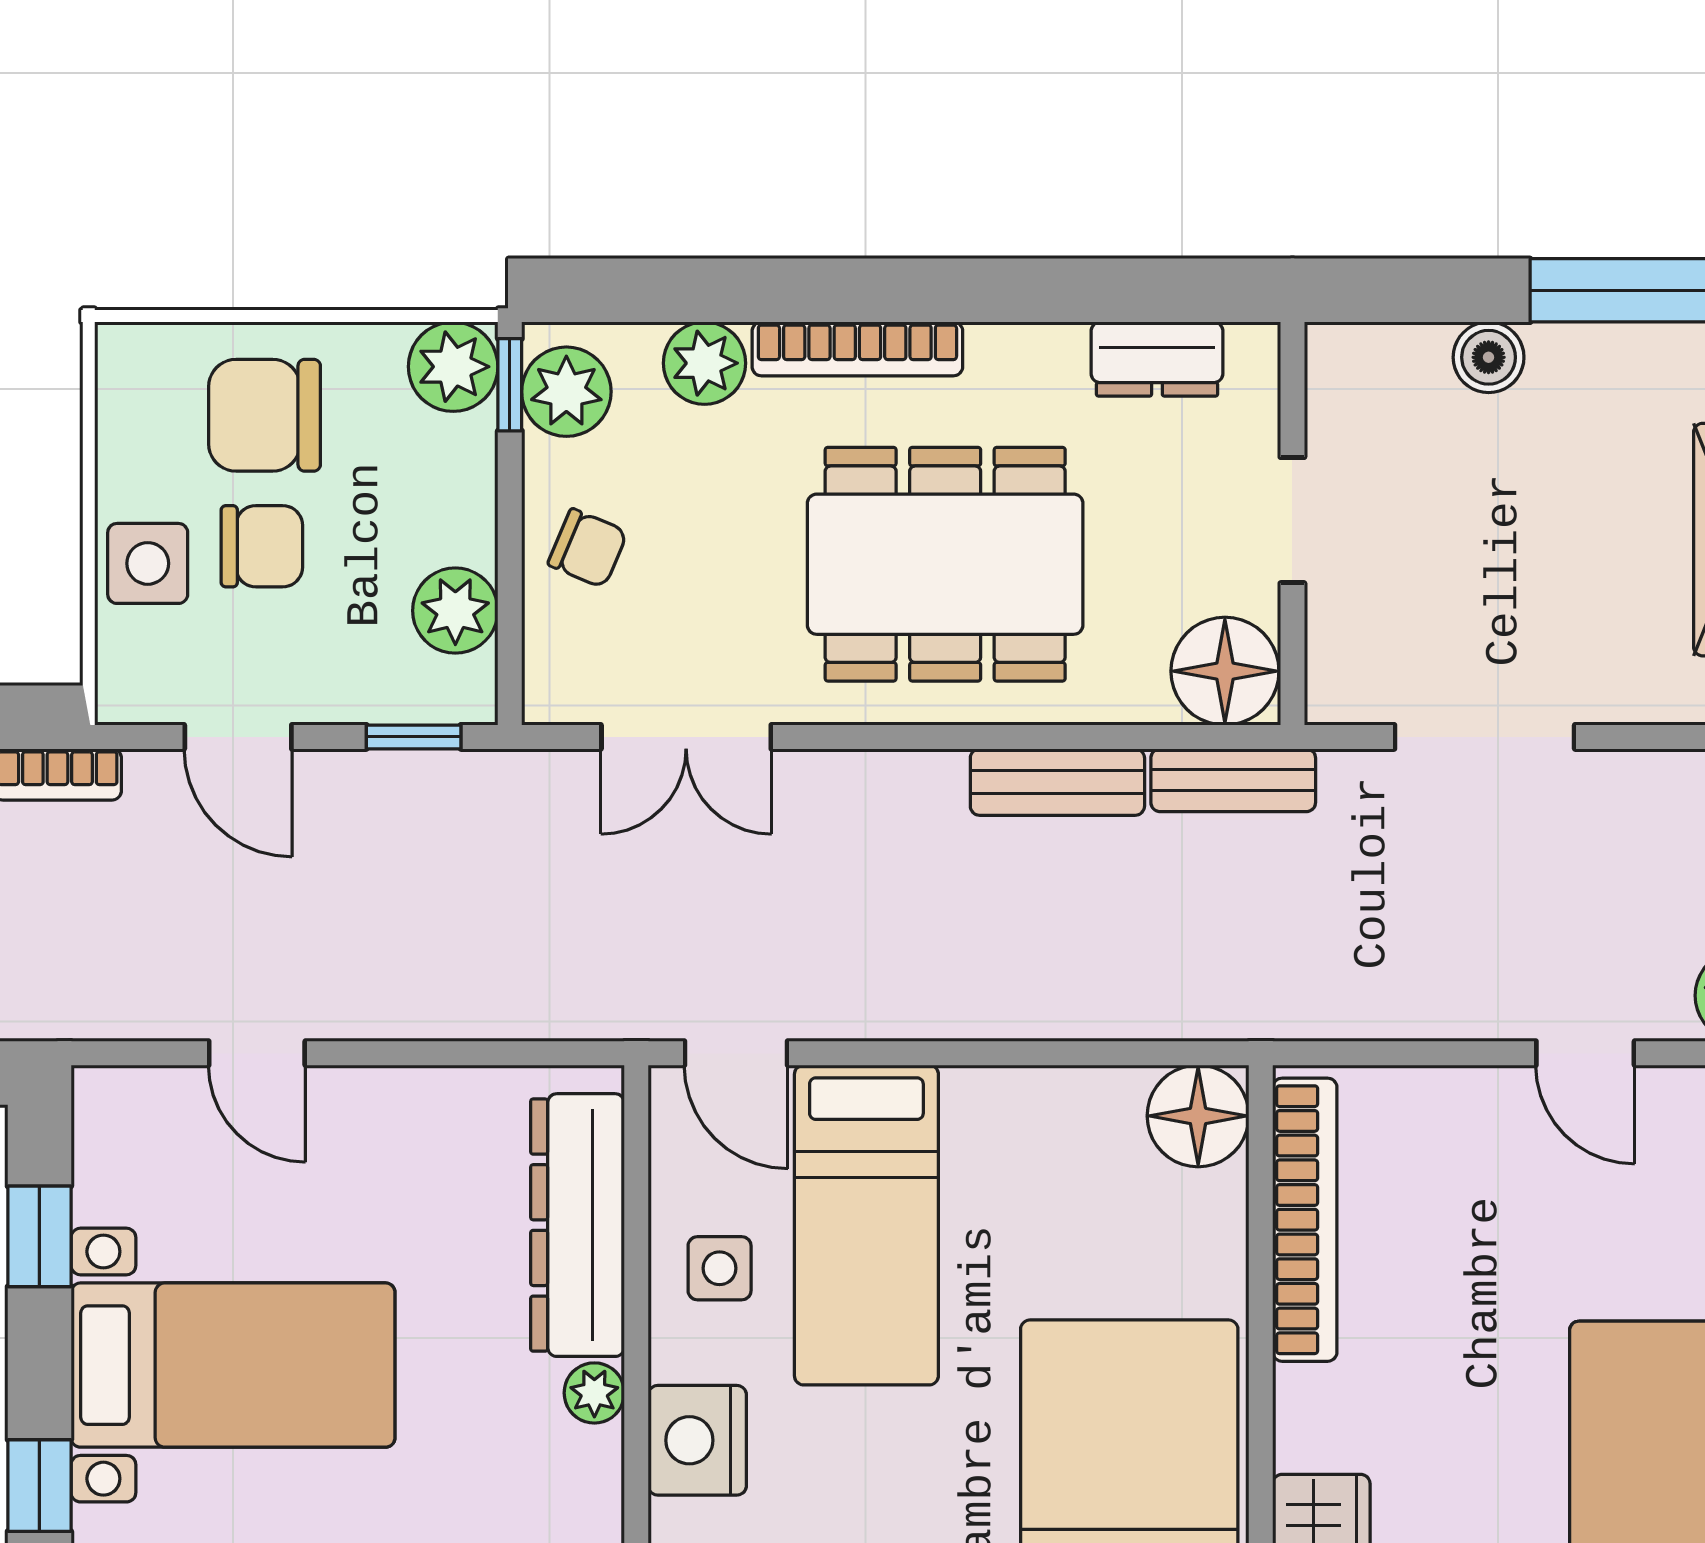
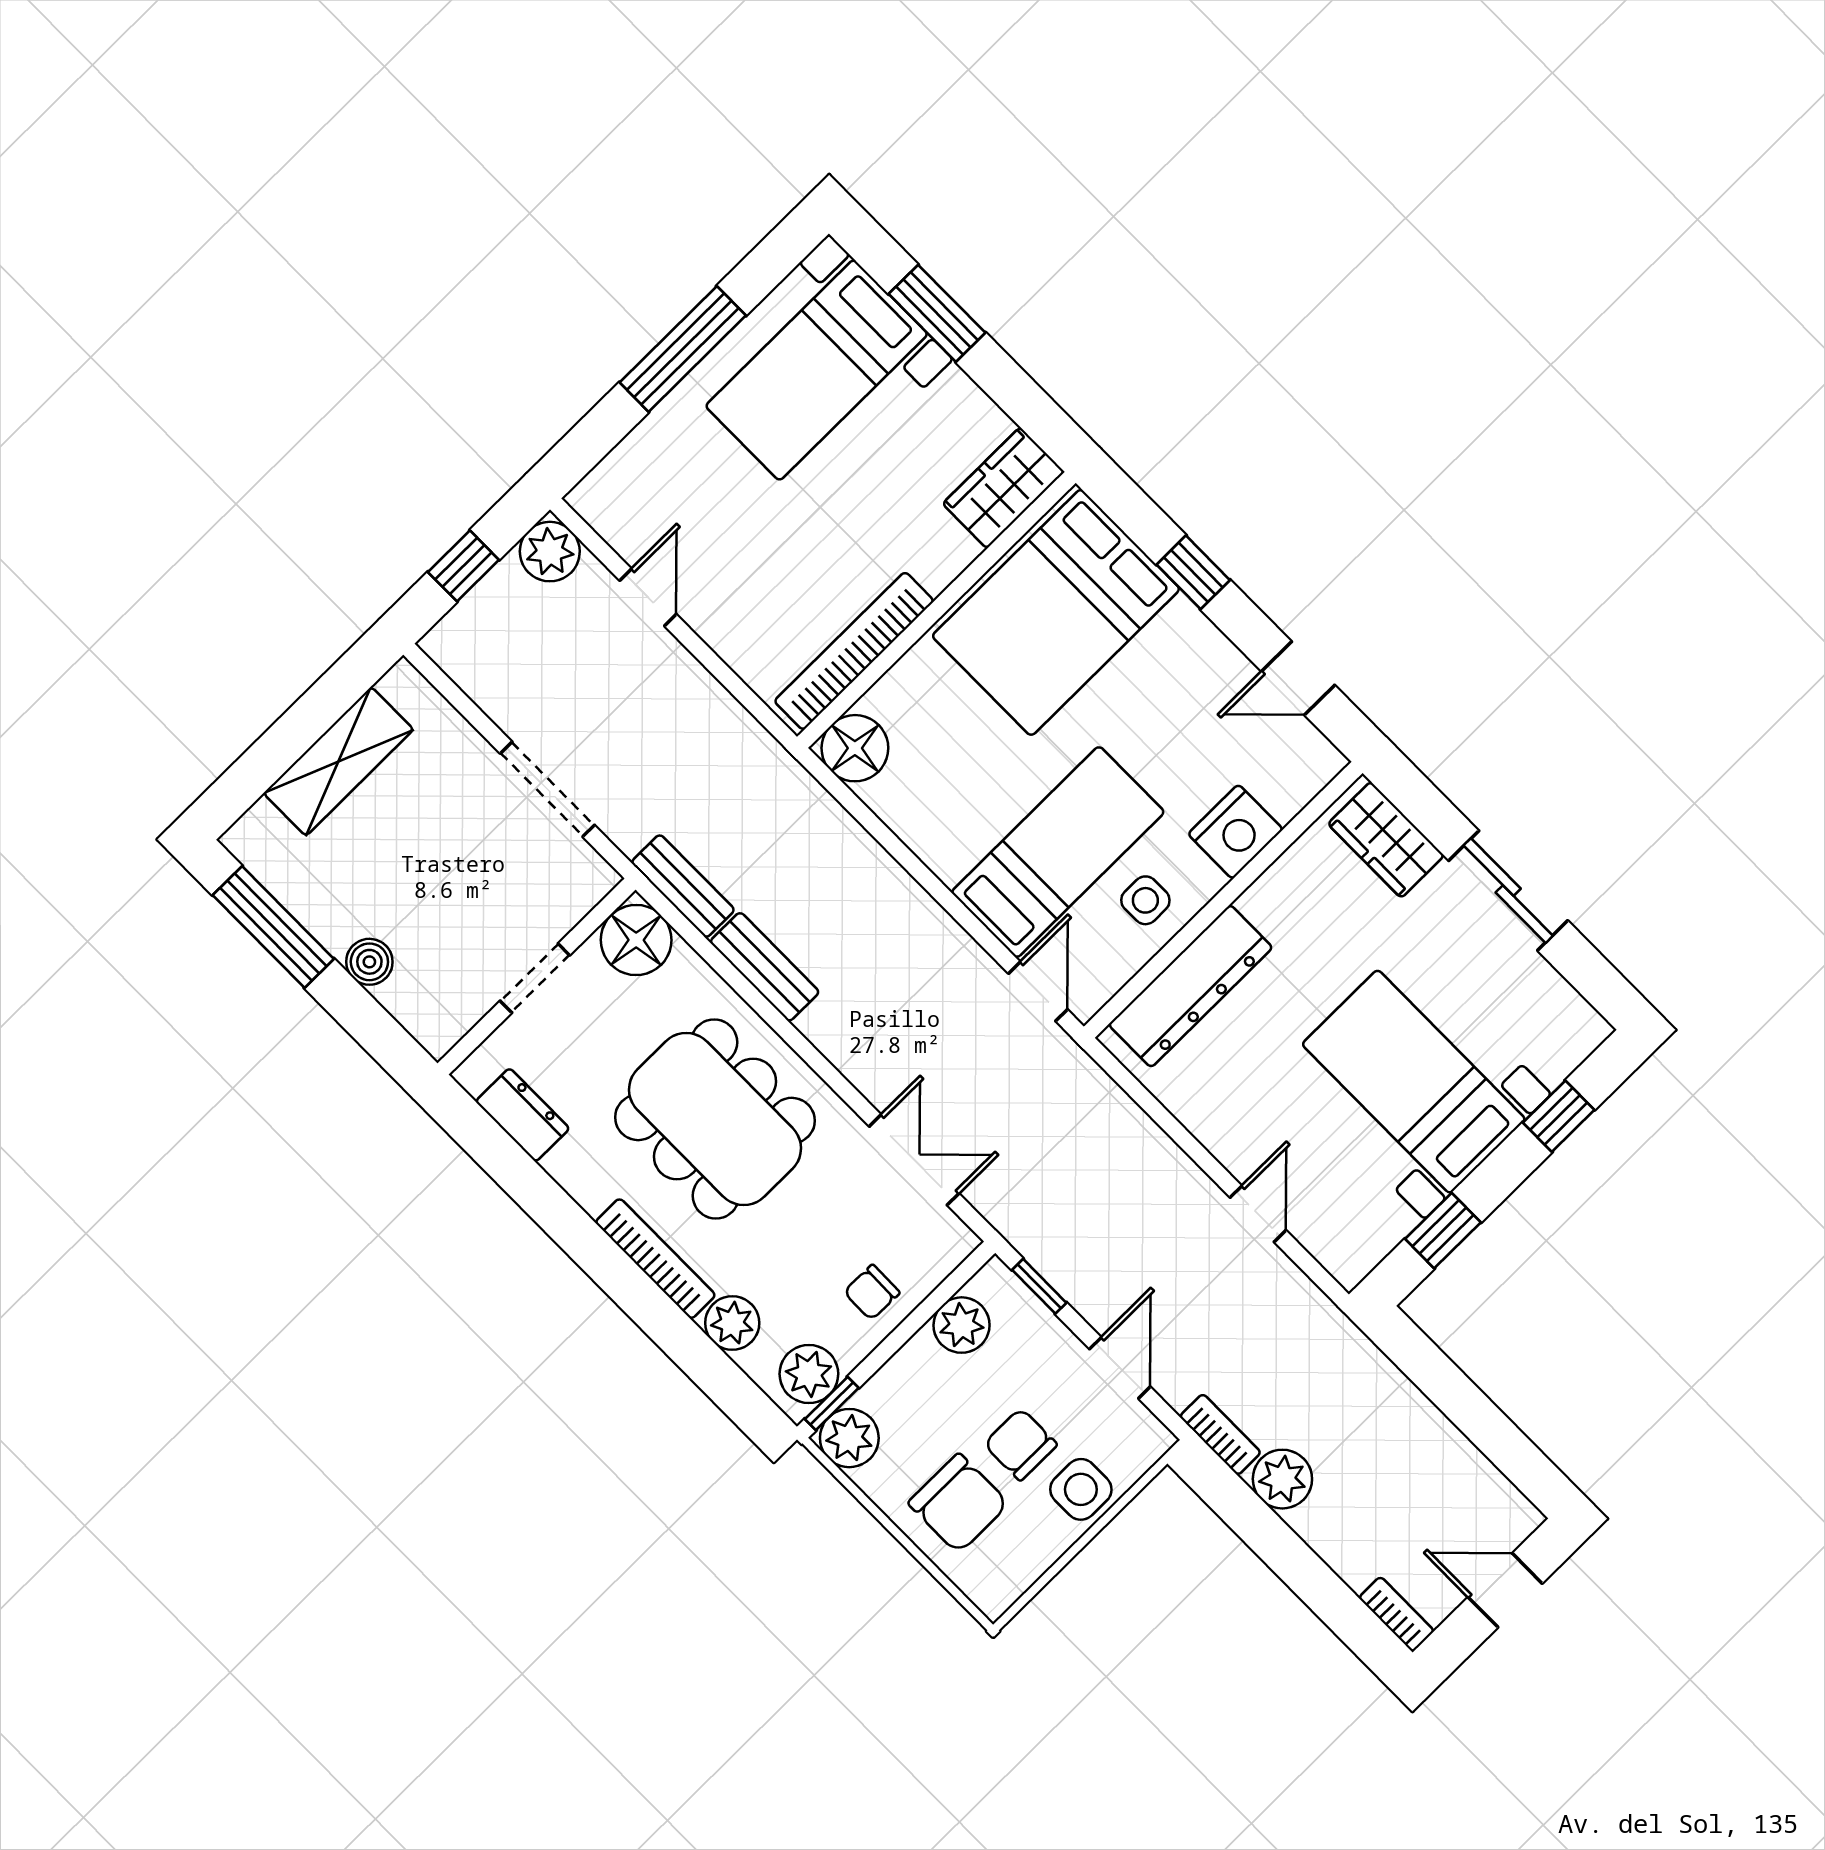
chair: (588, 548) -> (872, 1292), turned -112
plant: (594, 1393) -> (1261, 901), removed

